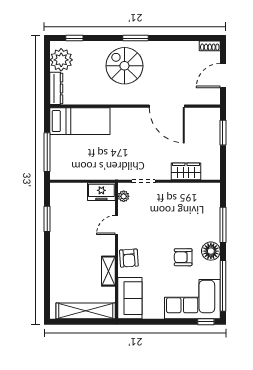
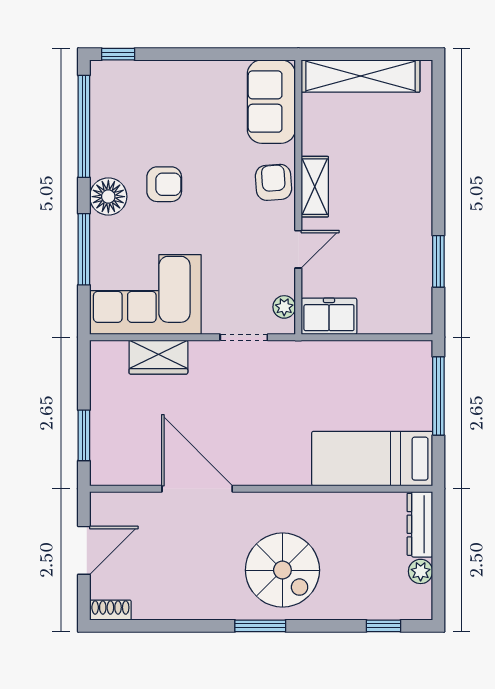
plant: (61, 60) -> (421, 571), width x0.53, depth x0.53
shelving: (108, 271) -> (315, 187), moved
corner sofa: (192, 299) -> (145, 294), moved, turned 180

